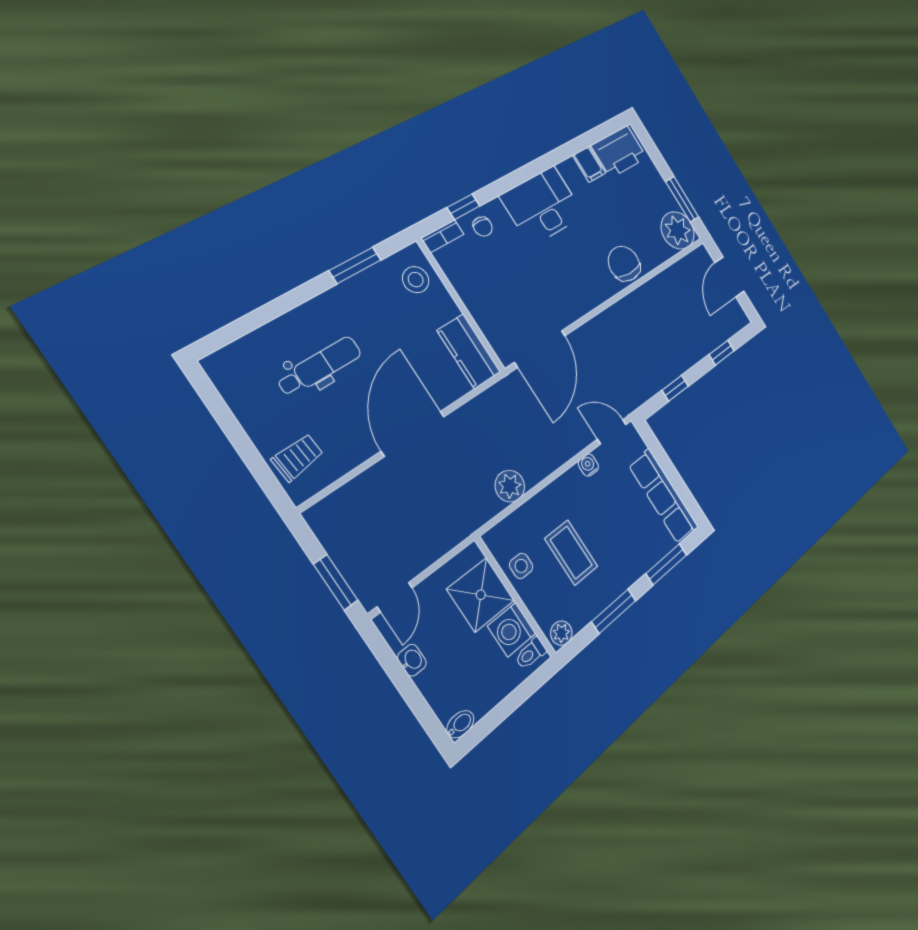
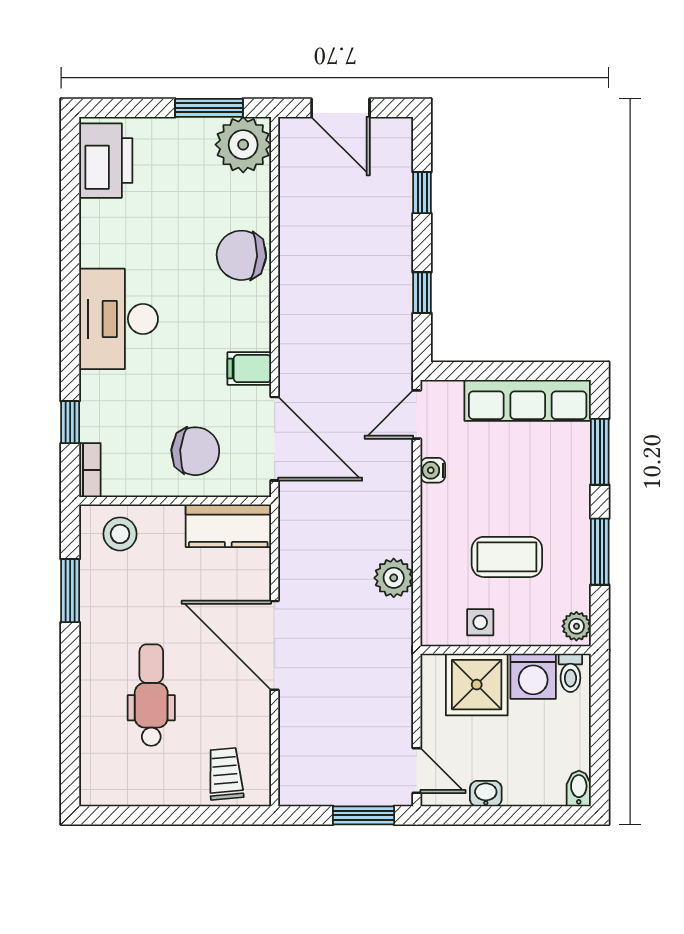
filing cabinet: (589, 164) -> (249, 369), moved, turned 180
chair: (483, 227) -> (195, 451), moved, width x1.87, depth x1.87

